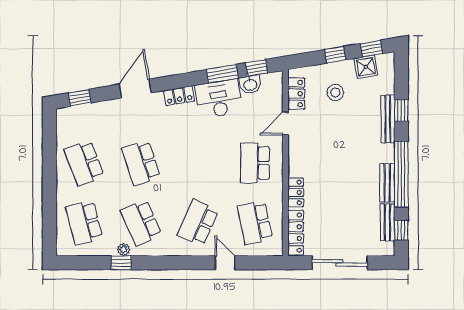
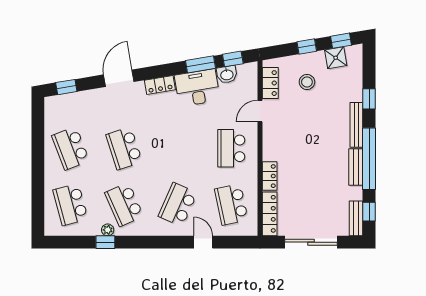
bench: (388, 119) -> (356, 125), moved
bench: (387, 222) -> (356, 218), moved

